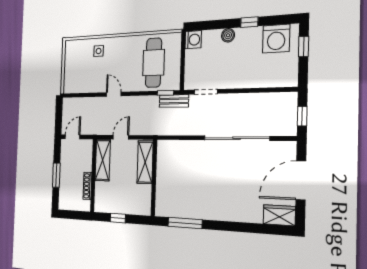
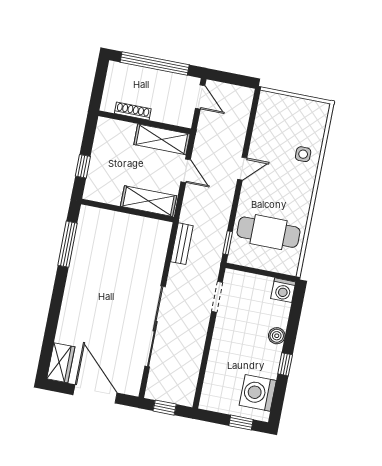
bench: (174, 101) -> (182, 244), moved
window: (56, 175) -> (155, 63), width x2.11
window: (118, 218) -> (83, 166), moved

